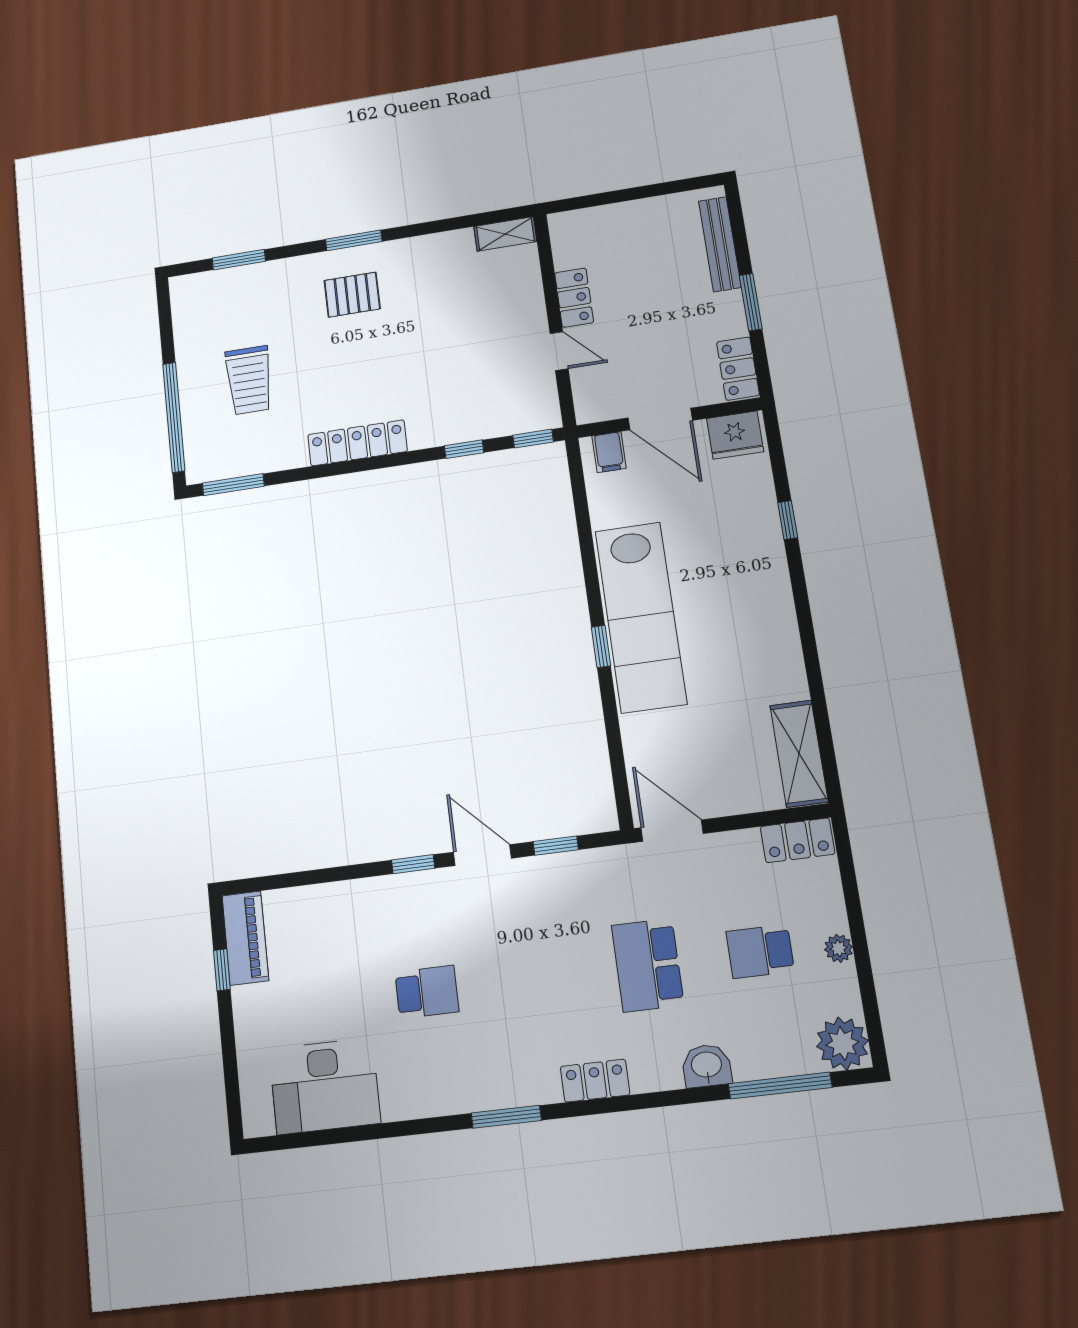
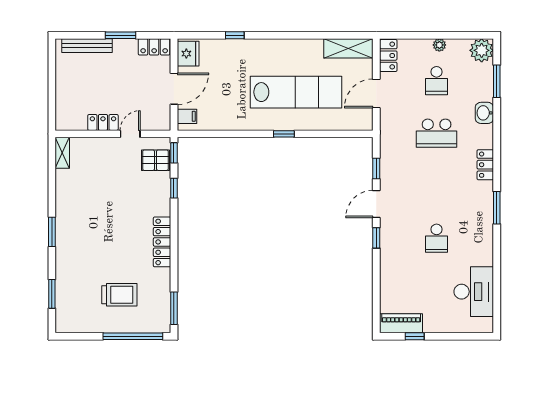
pallet: (352, 295) -> (155, 160), moved, turned 90
lab bench: (641, 617) -> (296, 92), moved
door: (672, 831) -> (376, 93), moved
school desk: (427, 992) -> (437, 238), turned 180
window: (780, 1086) -> (497, 81), width x0.69

